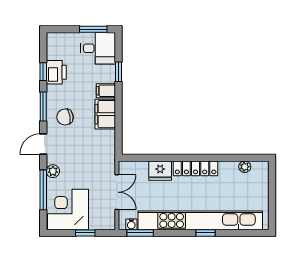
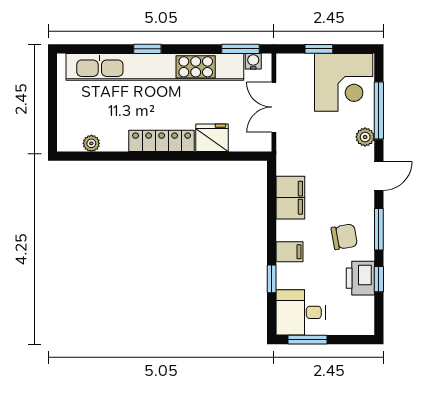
filing cabinet: (105, 114) -> (290, 198), moved
chair: (65, 117) -> (344, 237), moved

